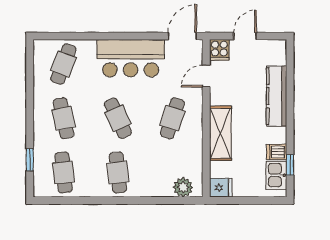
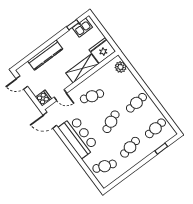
door: (245, 36) -> (22, 83), moved
dishwasher: (277, 152) -> (71, 36), removed
fridge: (221, 188) -> (102, 50), width x1.88, depth x1.34

